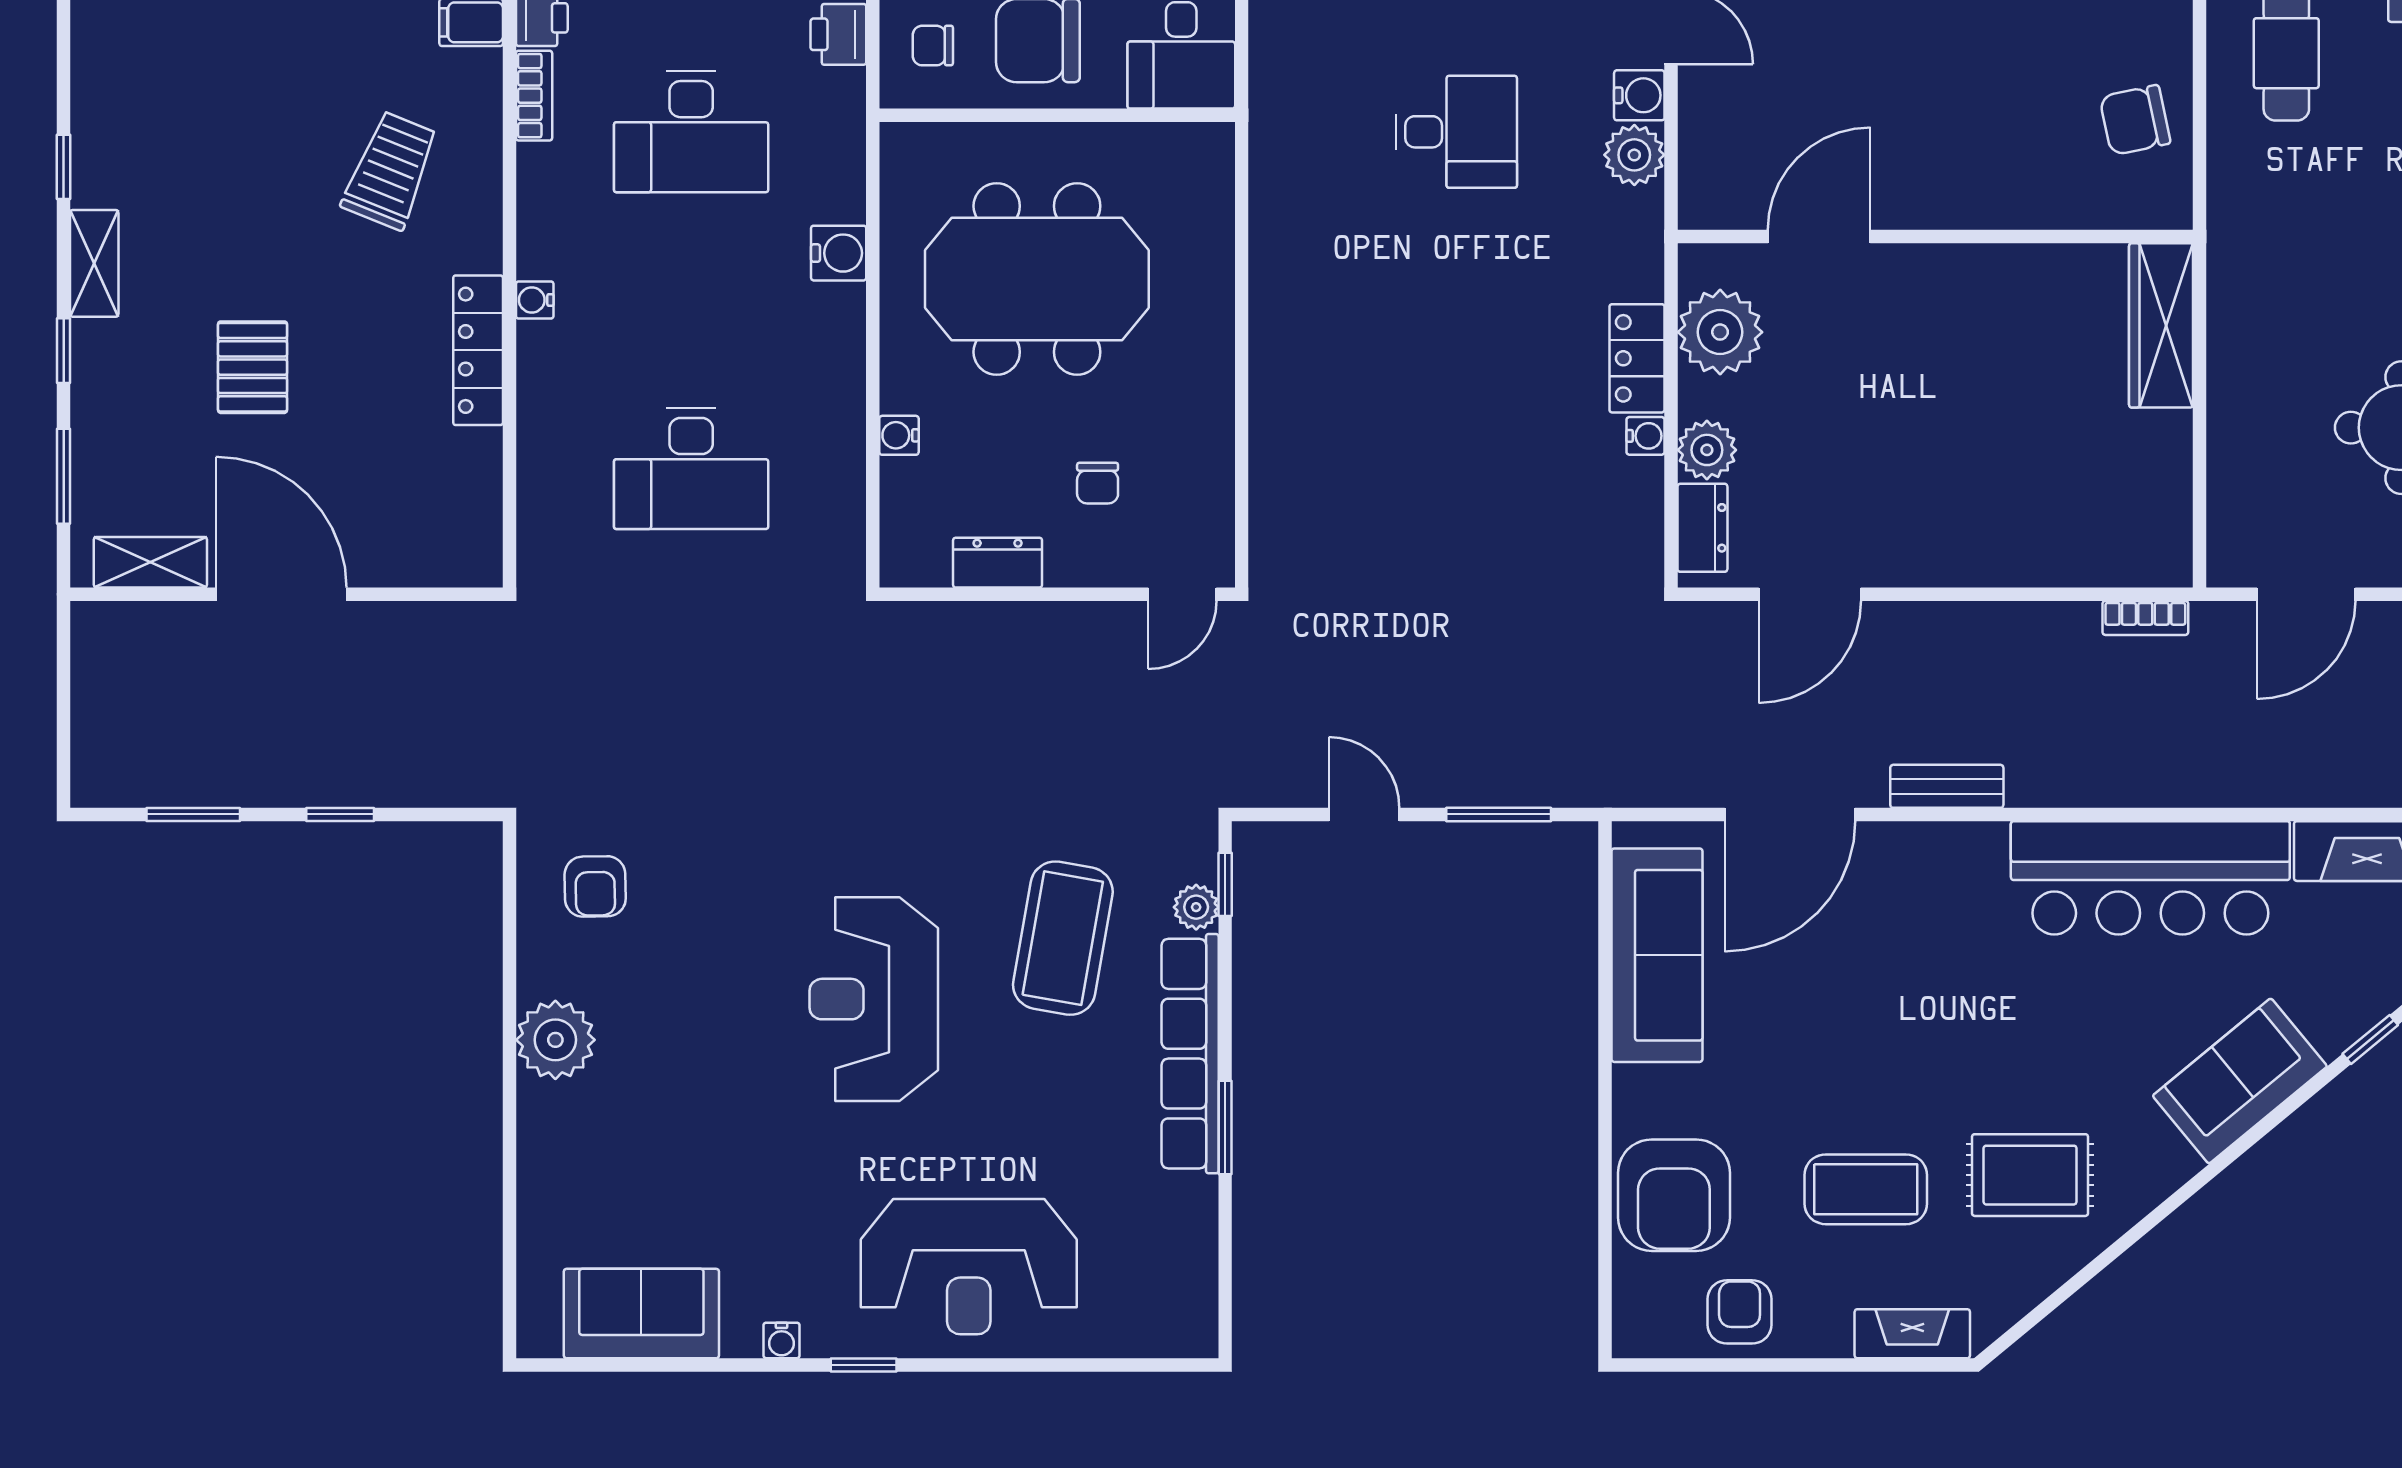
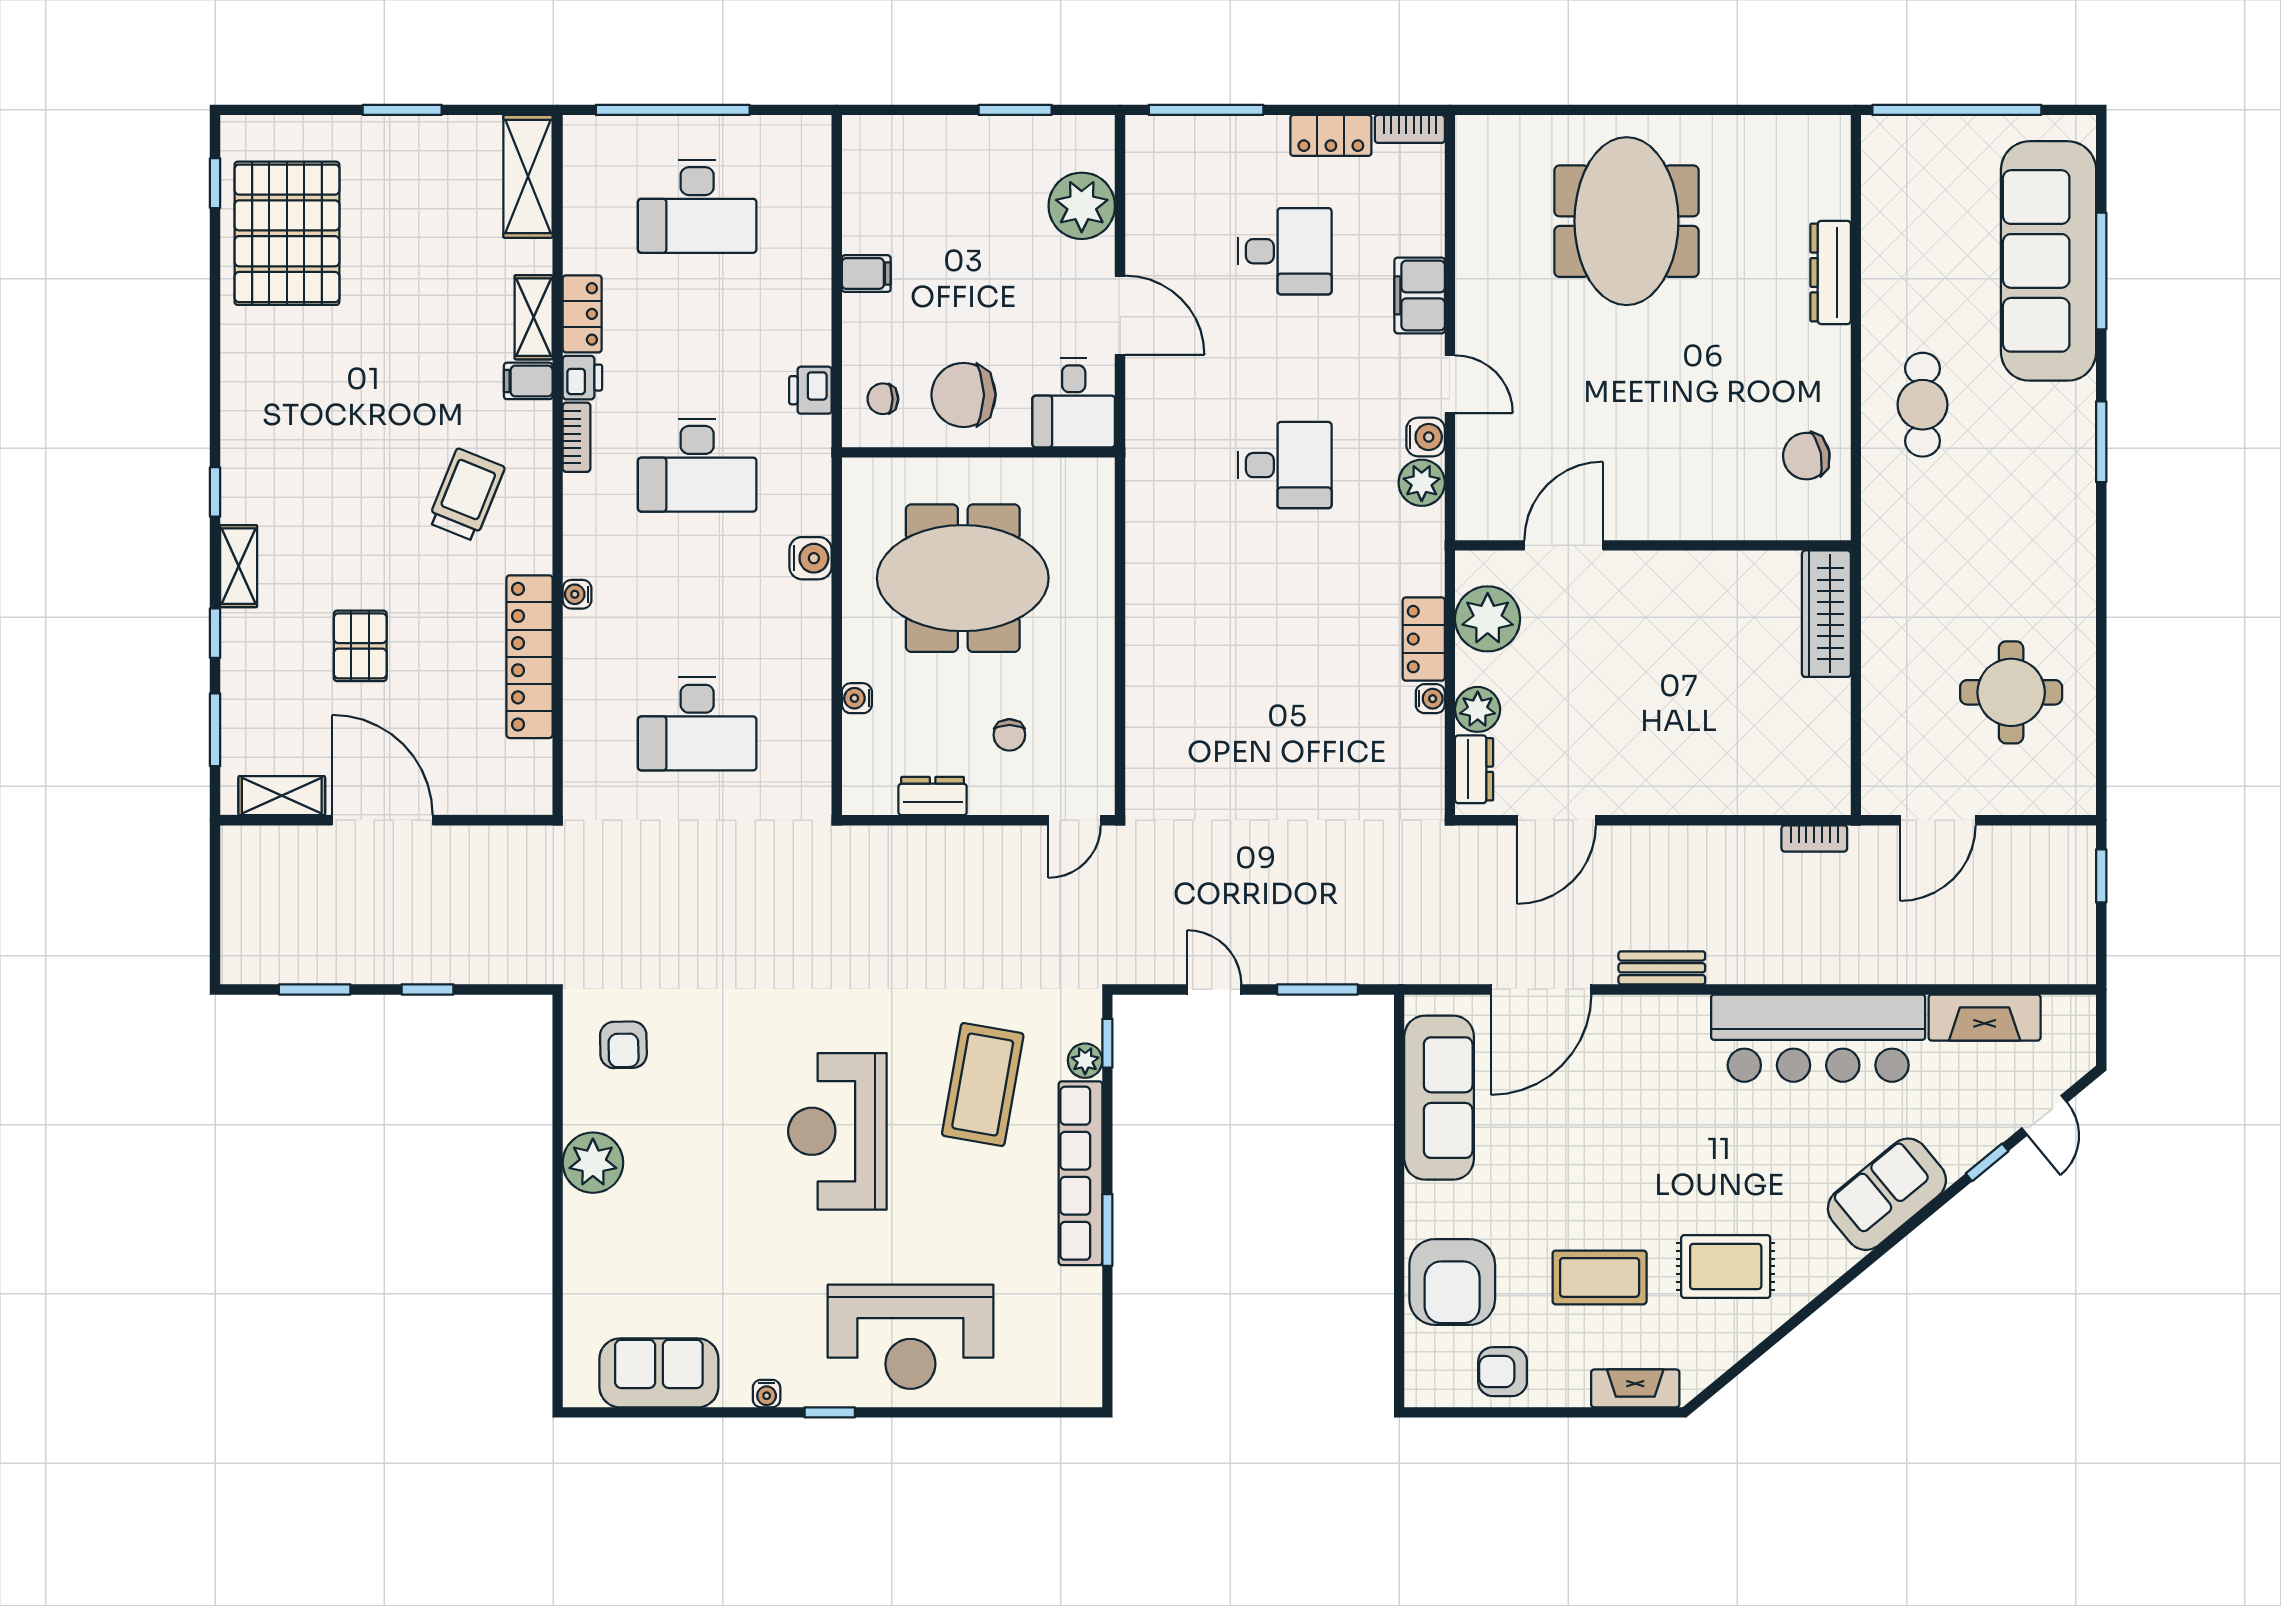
locker: (478, 350) -> (530, 657), width x1.41, depth x1.21
armchair: (1740, 1312) -> (1503, 1372), turned -90

